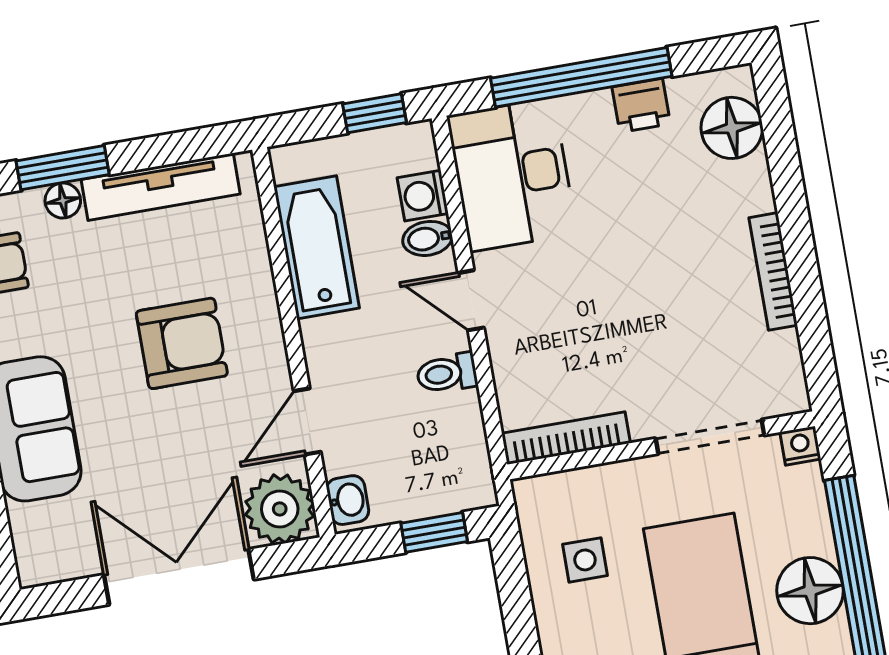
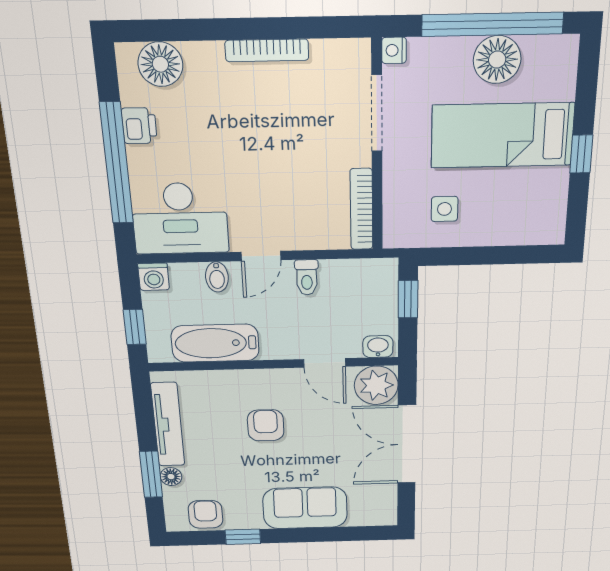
window: (375, 113) -> (135, 327), moved
washing machine: (423, 196) -> (154, 277), moved
armchair: (182, 343) -> (266, 425), width x0.72, depth x0.72

